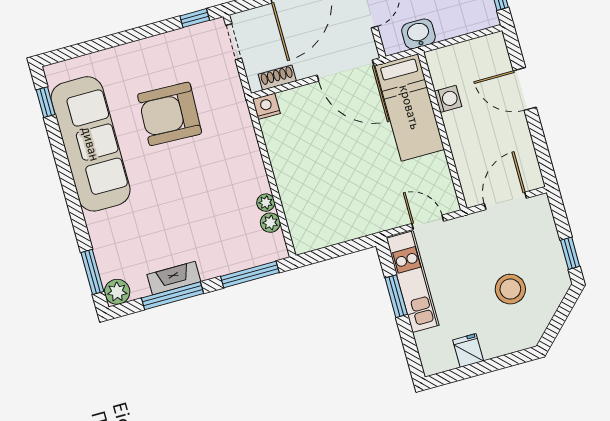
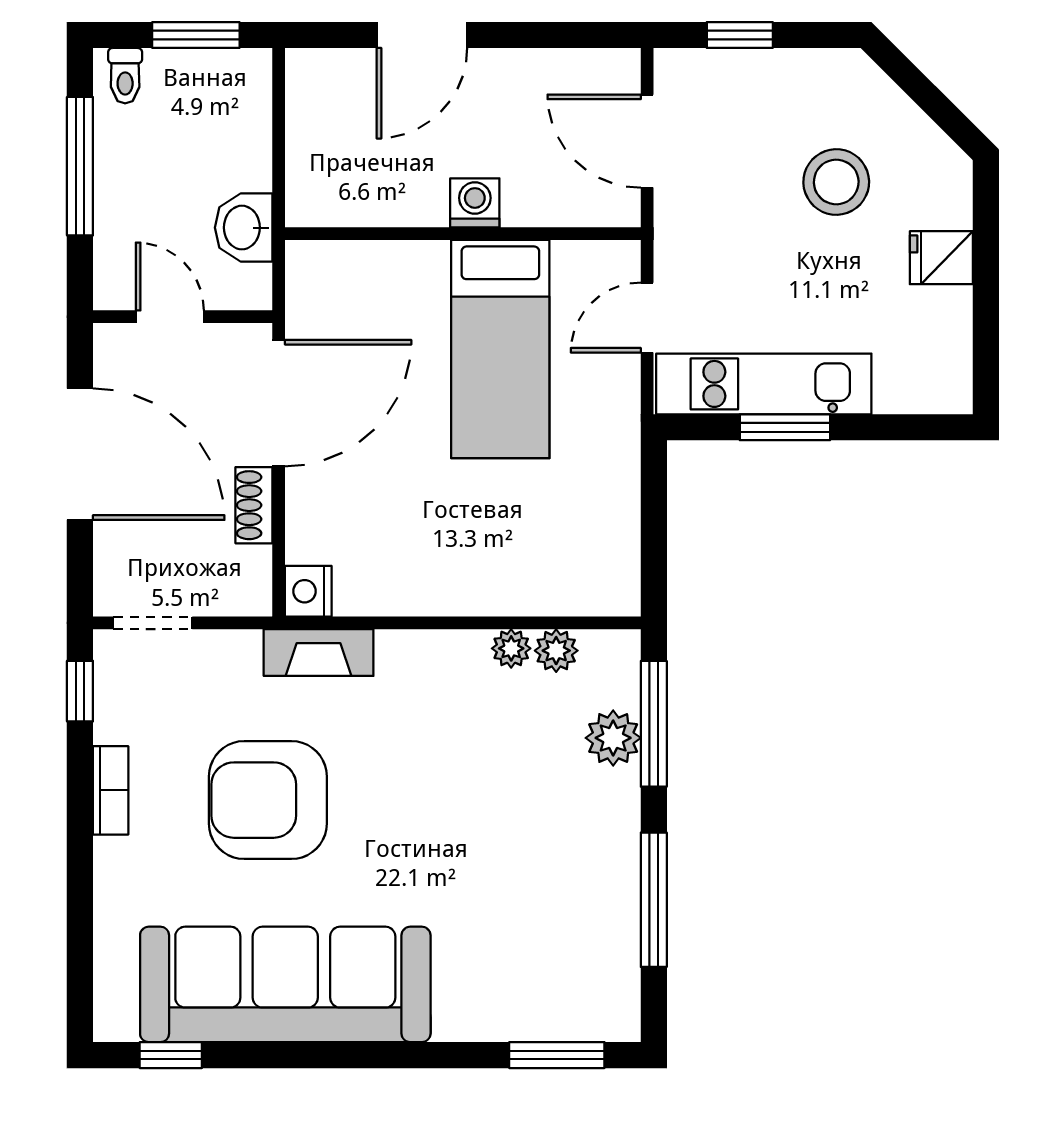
bookcase: (155, 44) -> (111, 790), added
shoe rack: (277, 78) -> (254, 505), moved
washing machine: (448, 99) -> (475, 203), moved
bed: (410, 107) -> (500, 349), moved, turned 90
armchair: (170, 114) -> (268, 800), turned 88
window: (570, 253) -> (740, 35), moved
fireplace: (174, 278) -> (319, 653), moved, turned -90
plant: (117, 292) -> (613, 738), moved
fridge: (468, 350) -> (941, 258), moved

